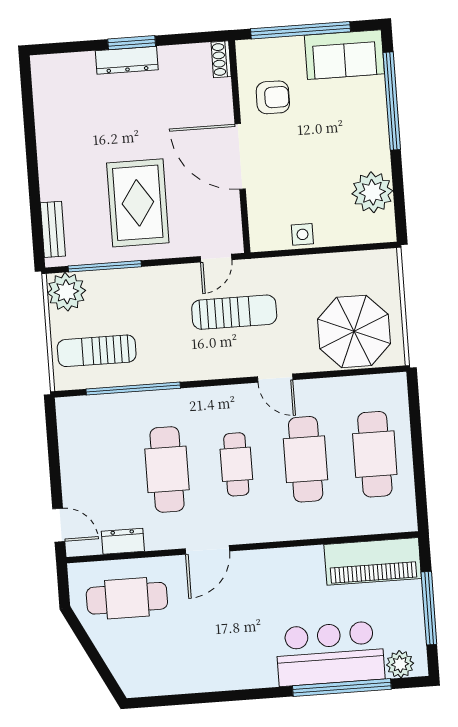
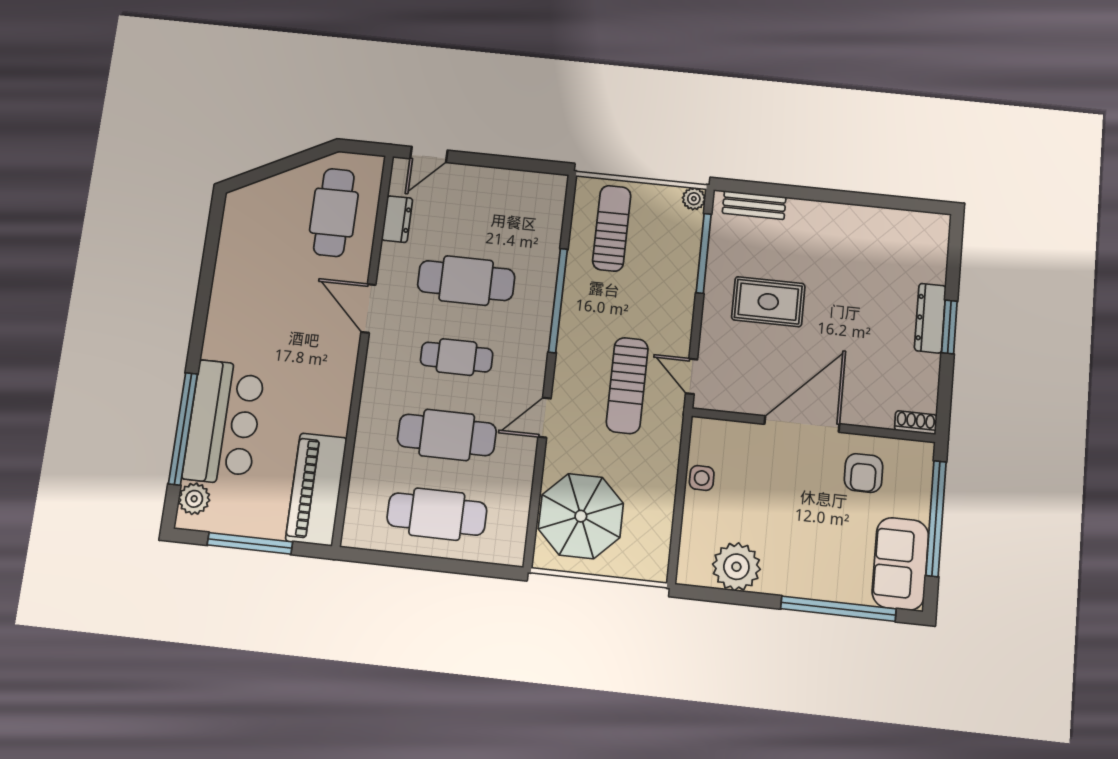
rug: (138, 203) -> (768, 302), width x0.73, depth x0.70
plant: (66, 292) -> (694, 199), width x0.53, depth x0.53
window: (133, 389) -> (558, 300), moved

